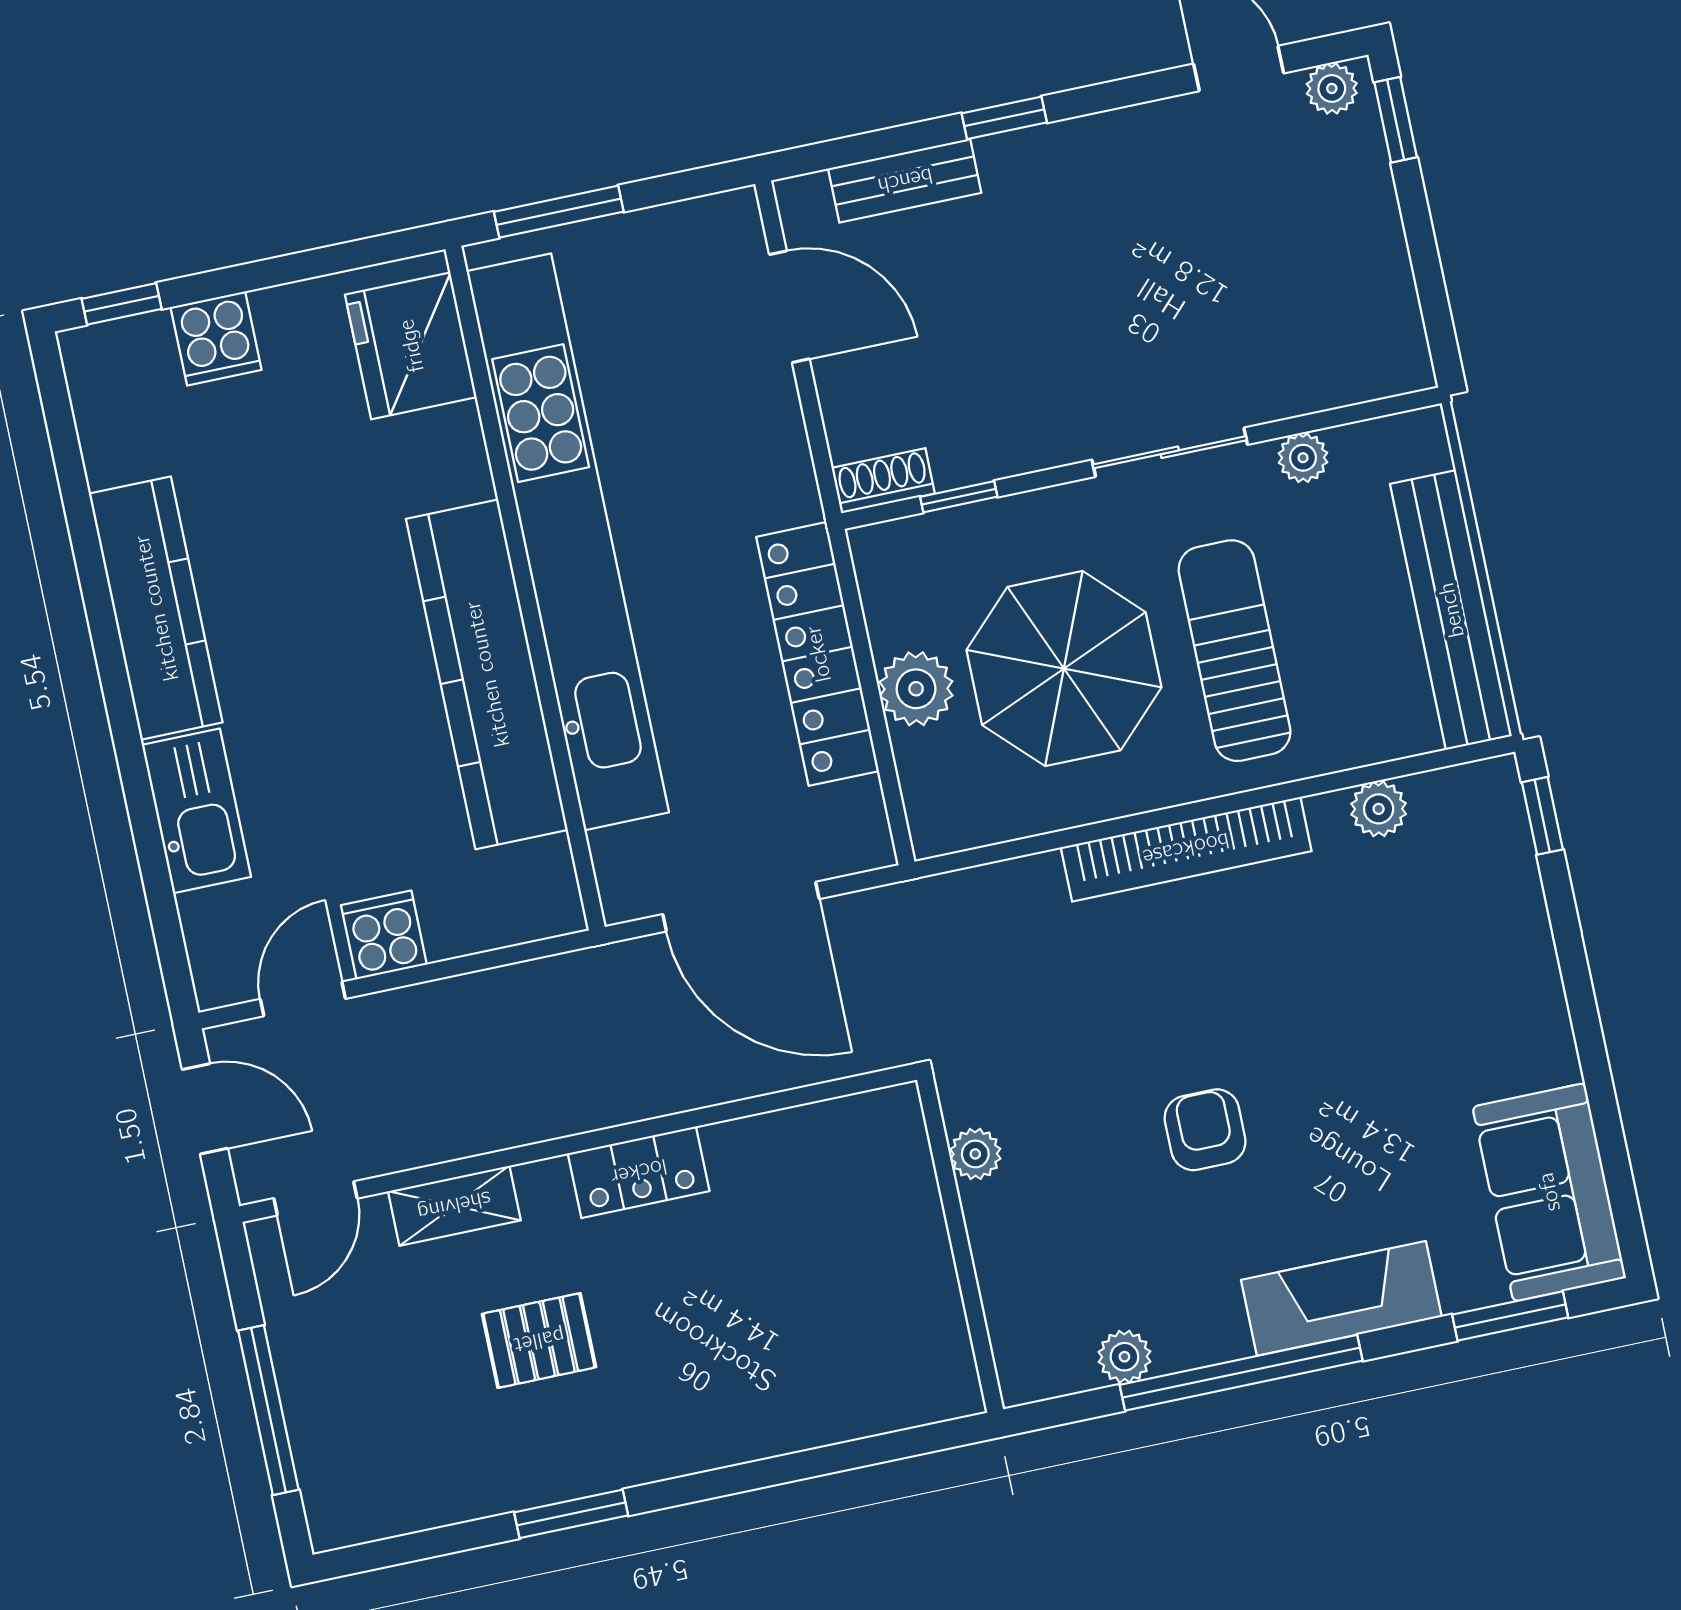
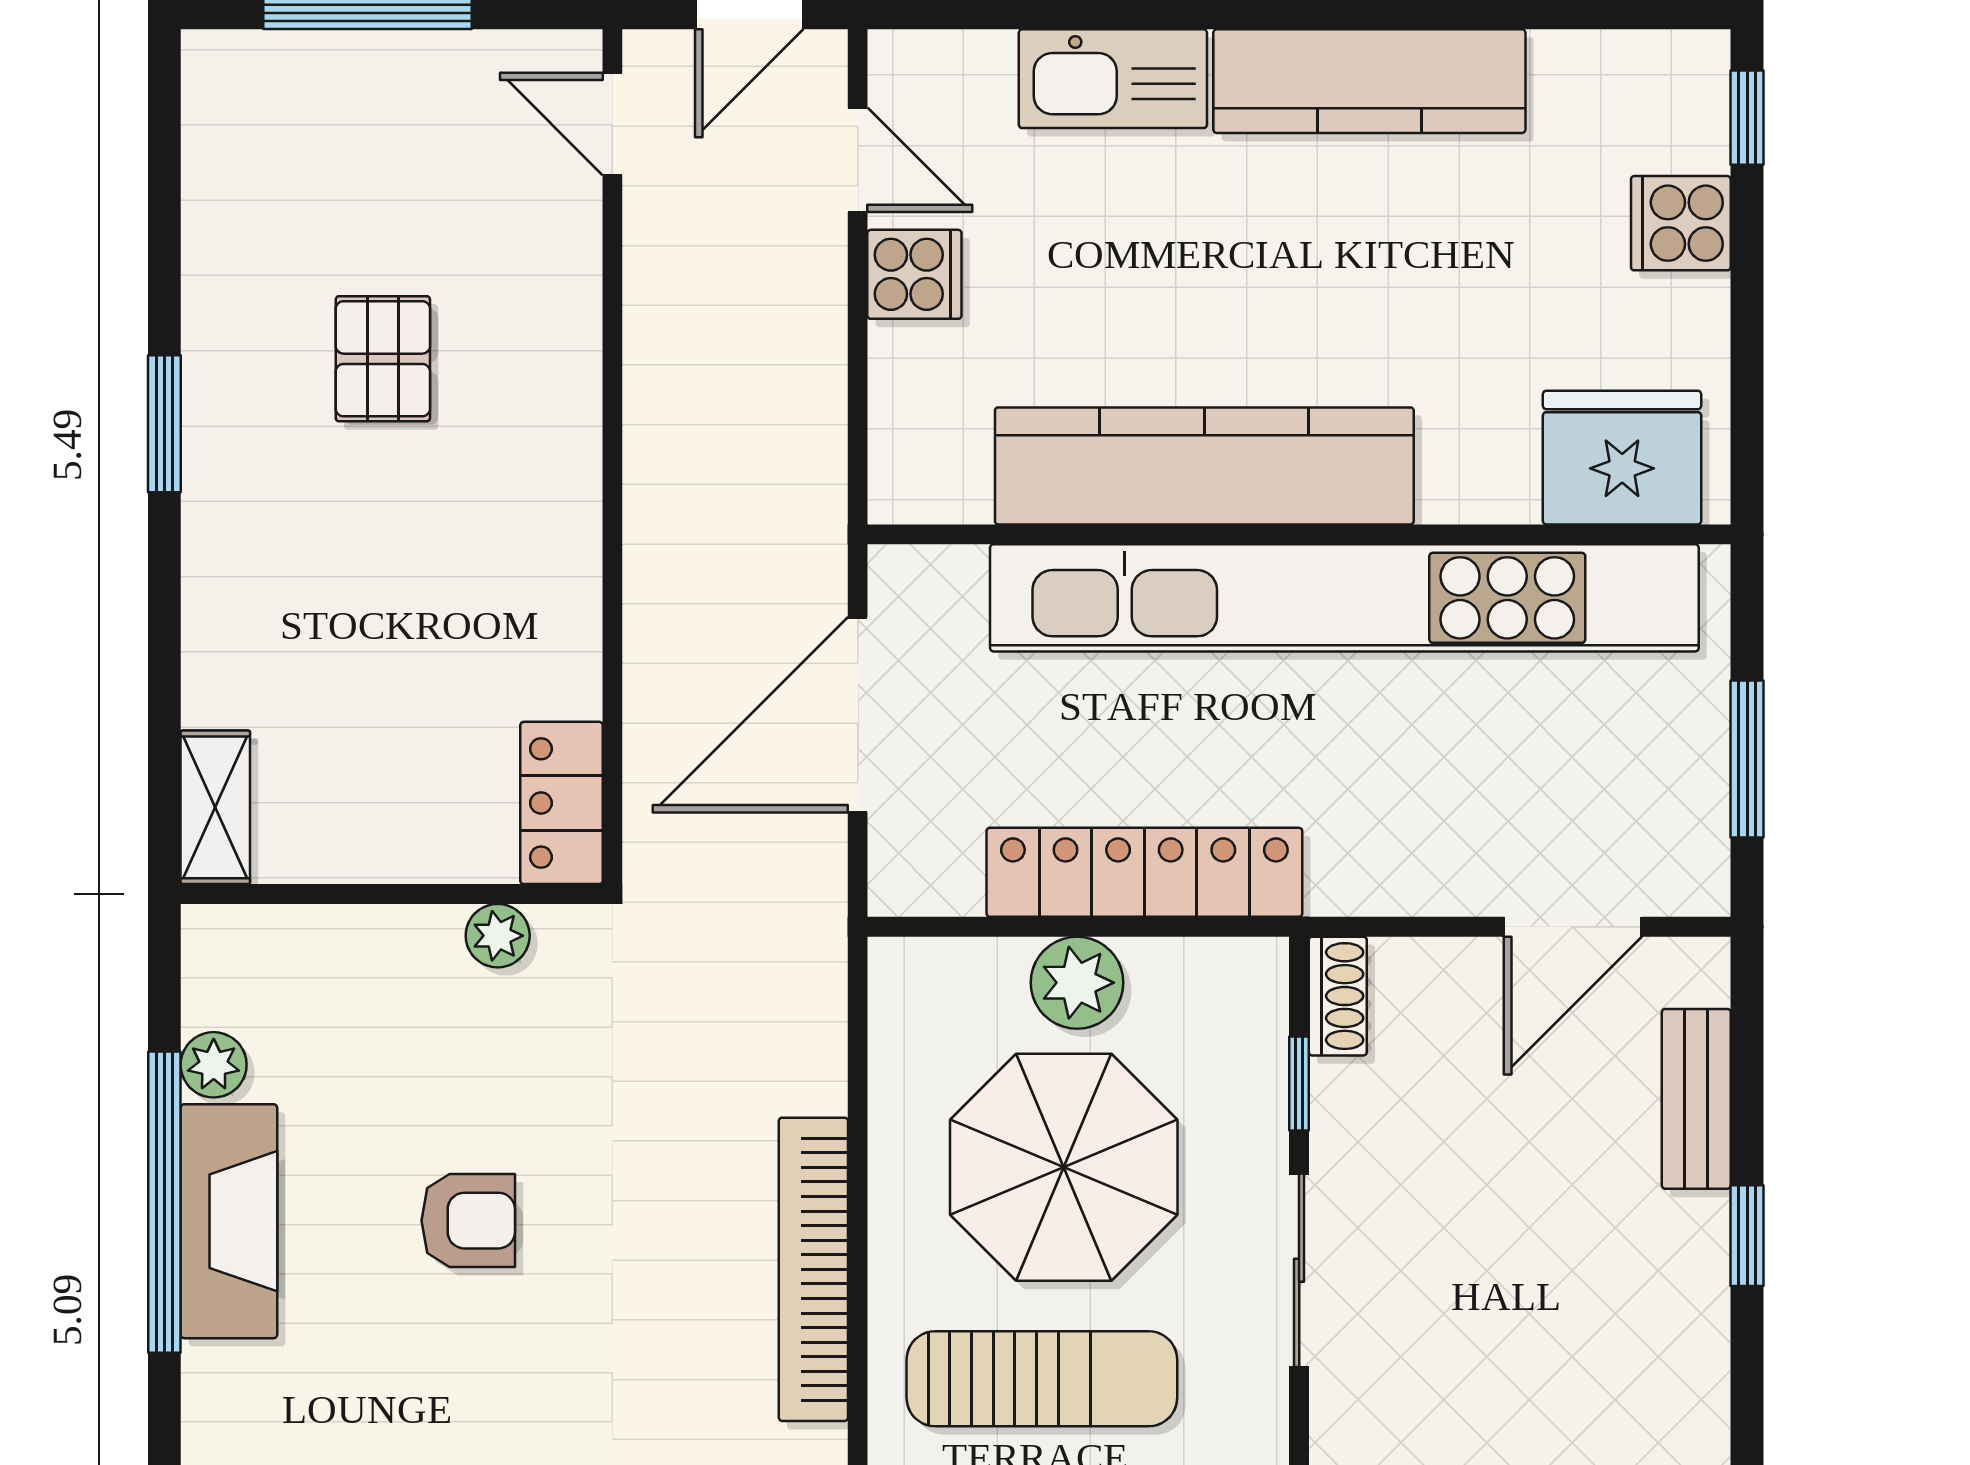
window: (559, 212) -> (1747, 759), moved
sliding door: (1170, 452) -> (1299, 1270), moved
locker: (639, 1172) -> (562, 803), moved
shelving: (454, 1206) -> (215, 807), moved
fireplace: (1341, 1298) -> (229, 1221), moved
window: (571, 1514) -> (164, 424), moved

